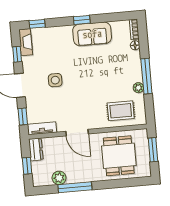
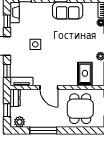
rug: (121, 111) -> (85, 73), turned 90
plant: (59, 178) -> (20, 122), moved

